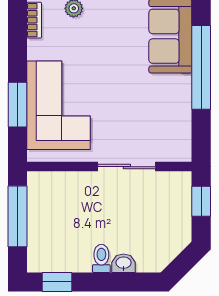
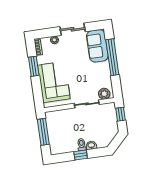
window: (17, 105) -> (34, 66), moved
plant: (170, 149) -> (104, 94), added
window: (57, 282) -> (81, 155), moved

